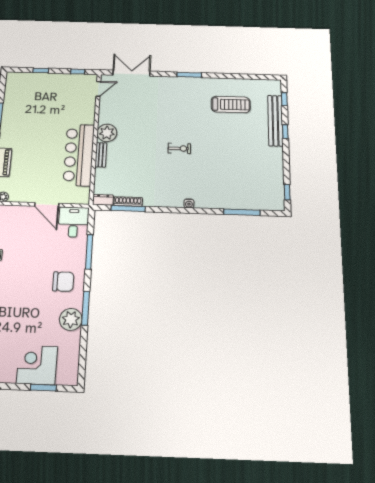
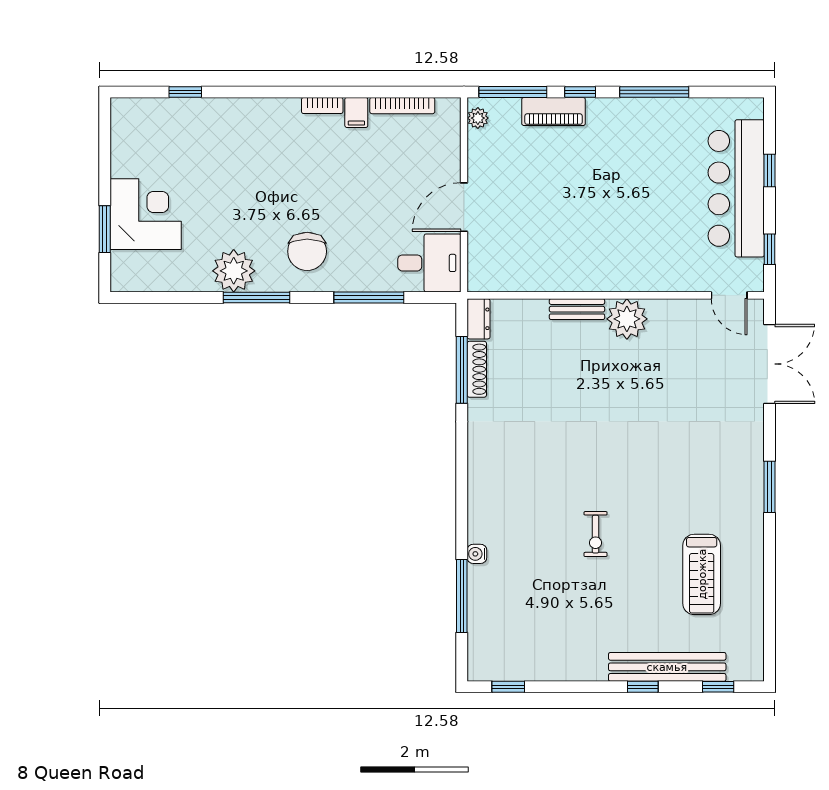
exercise bike: (179, 148) -> (596, 534), moved
bar counter: (79, 155) -> (736, 188), moved, turned -90
water cooler: (189, 203) -> (477, 554), moved

